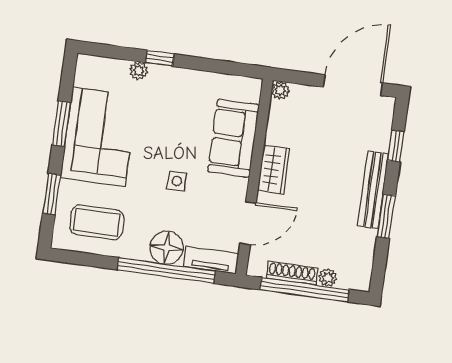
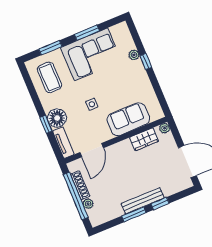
window: (396, 146) -> (160, 204), moved
wardrobe: (274, 170) -> (144, 139), moved
door: (248, 223) -> (92, 150), hinge flipped
window: (166, 270) -> (46, 124), width x0.32

